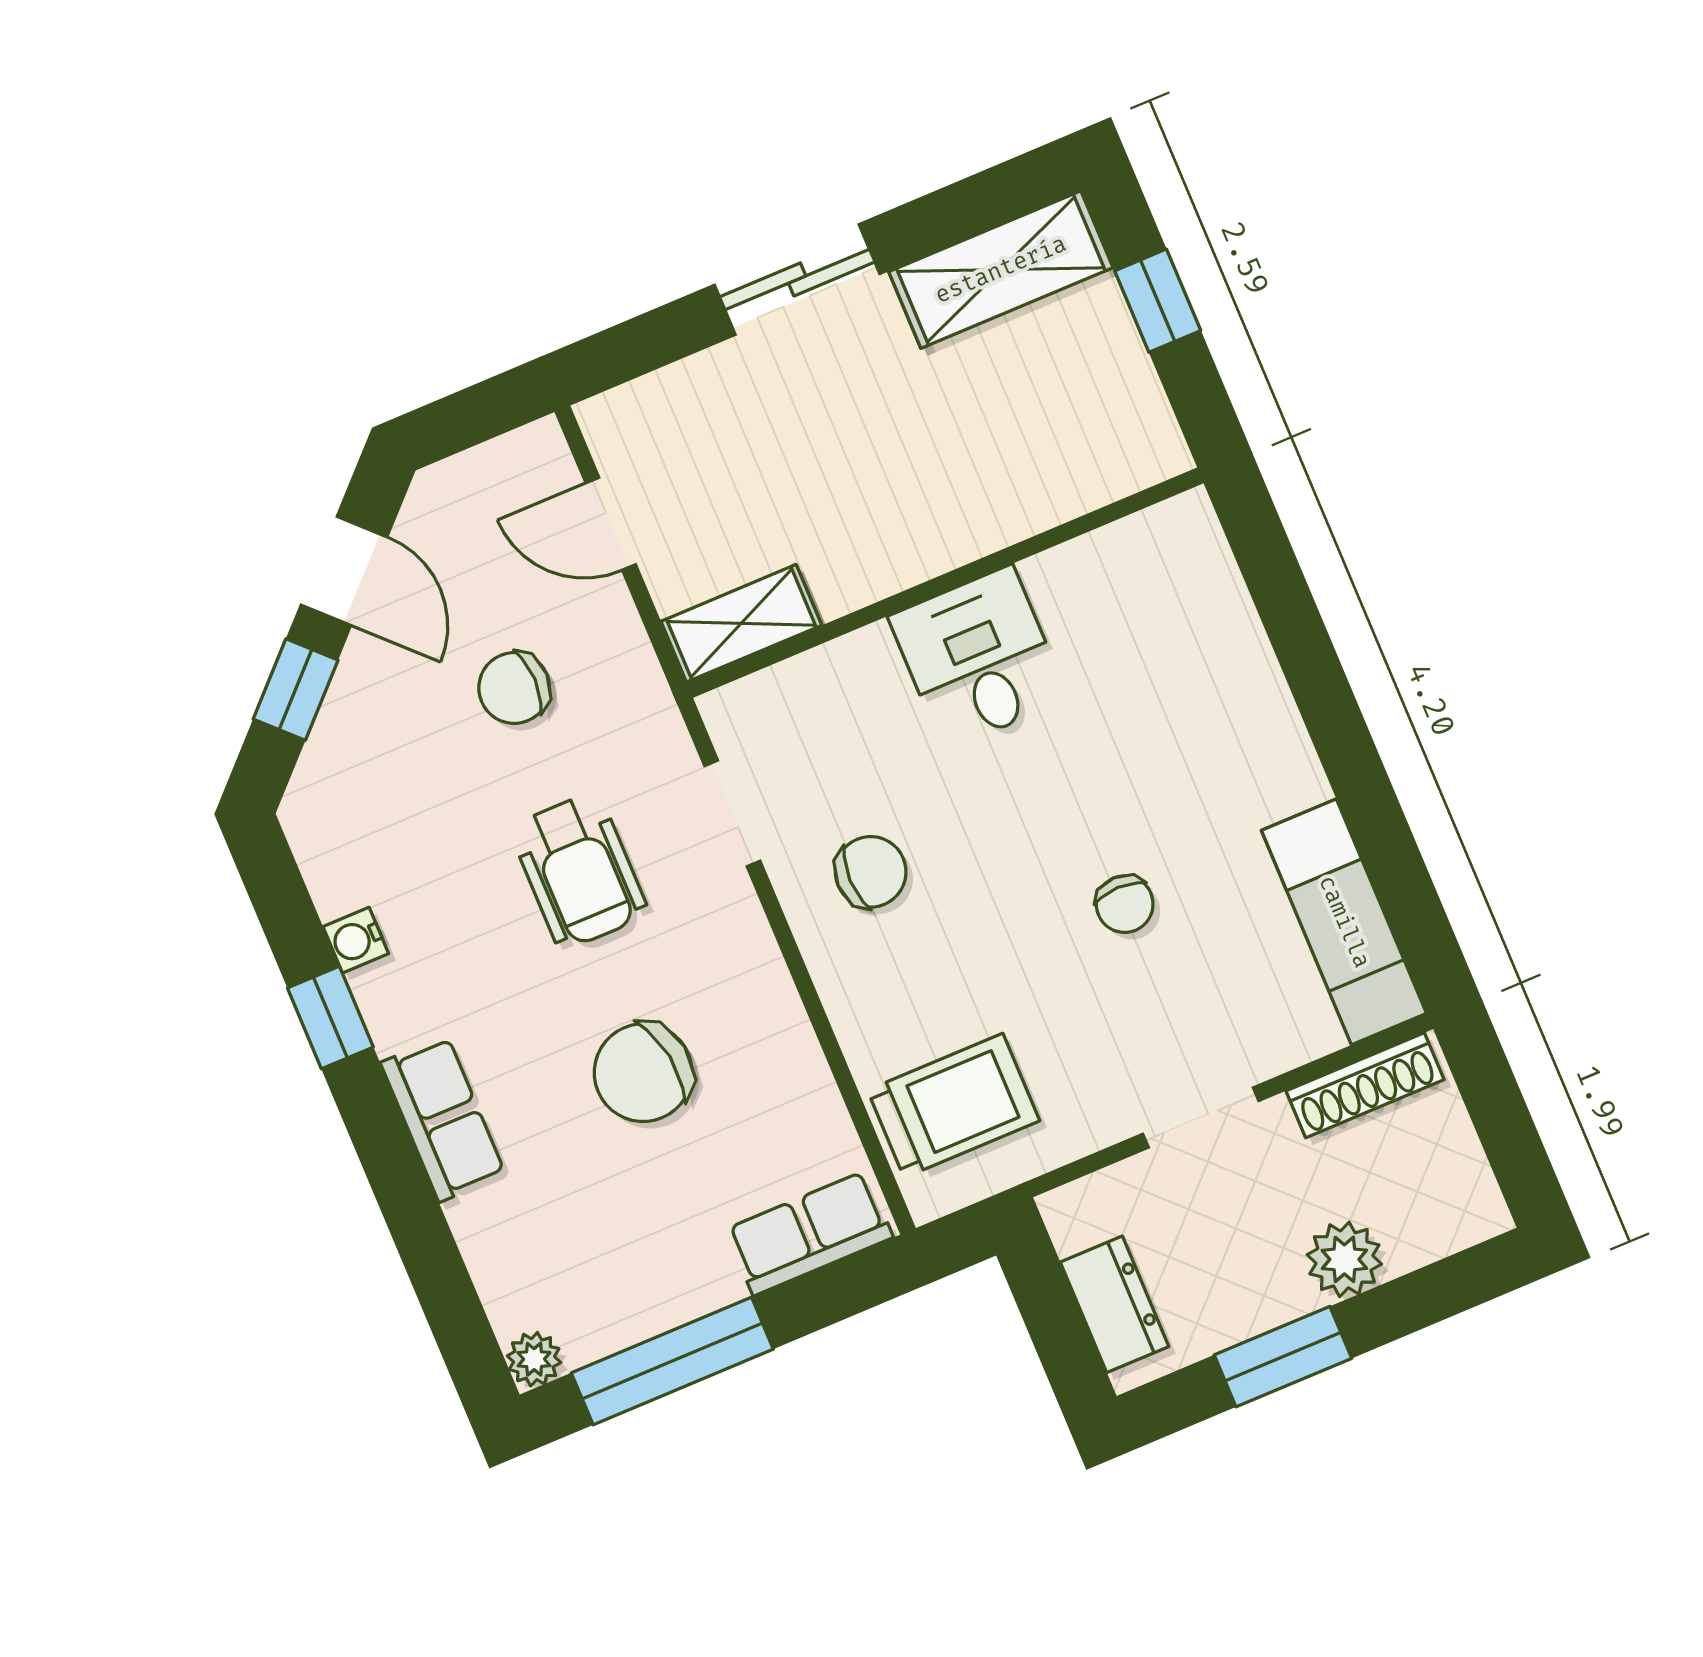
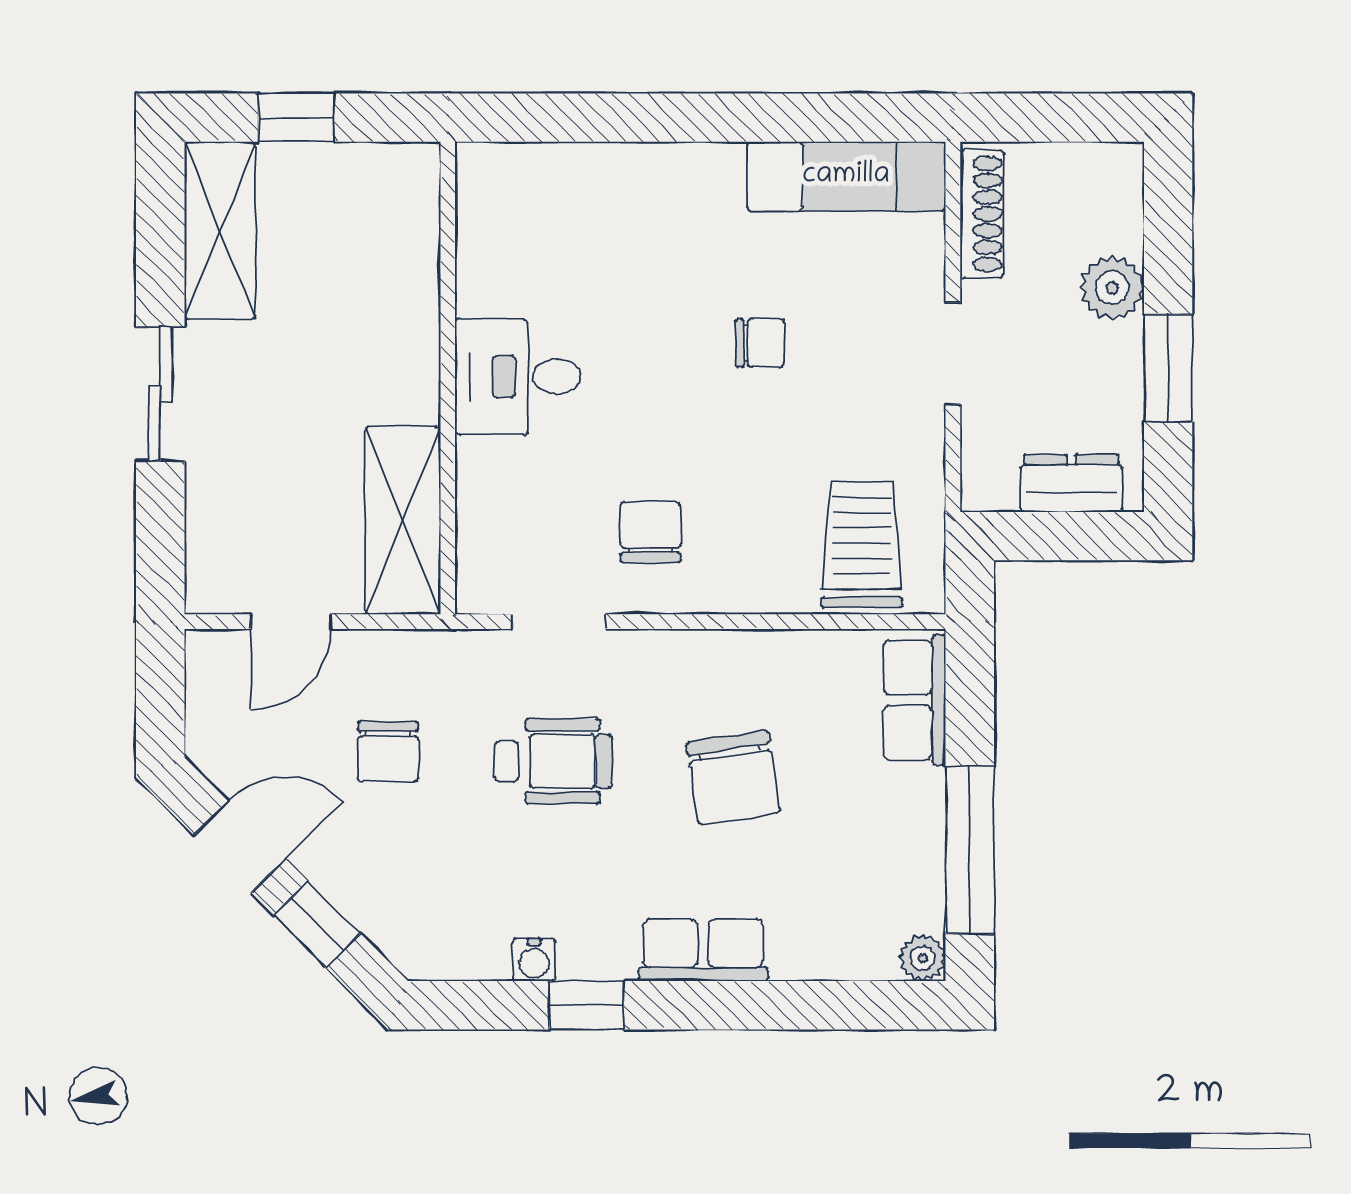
shelving: (741, 623) -> (403, 520), width x1.50, depth x1.33

